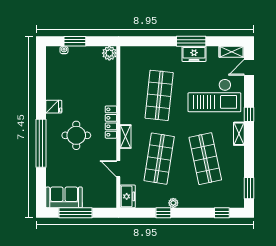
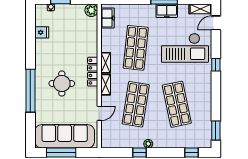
fridge: (54, 107) -> (42, 32), moved
shelving: (239, 134) -> (106, 63), moved
door: (118, 169) -> (99, 113), swing flipped
freezer: (128, 196) -> (108, 18), moved
sofa: (64, 197) -> (65, 136), width x1.85, depth x1.27

